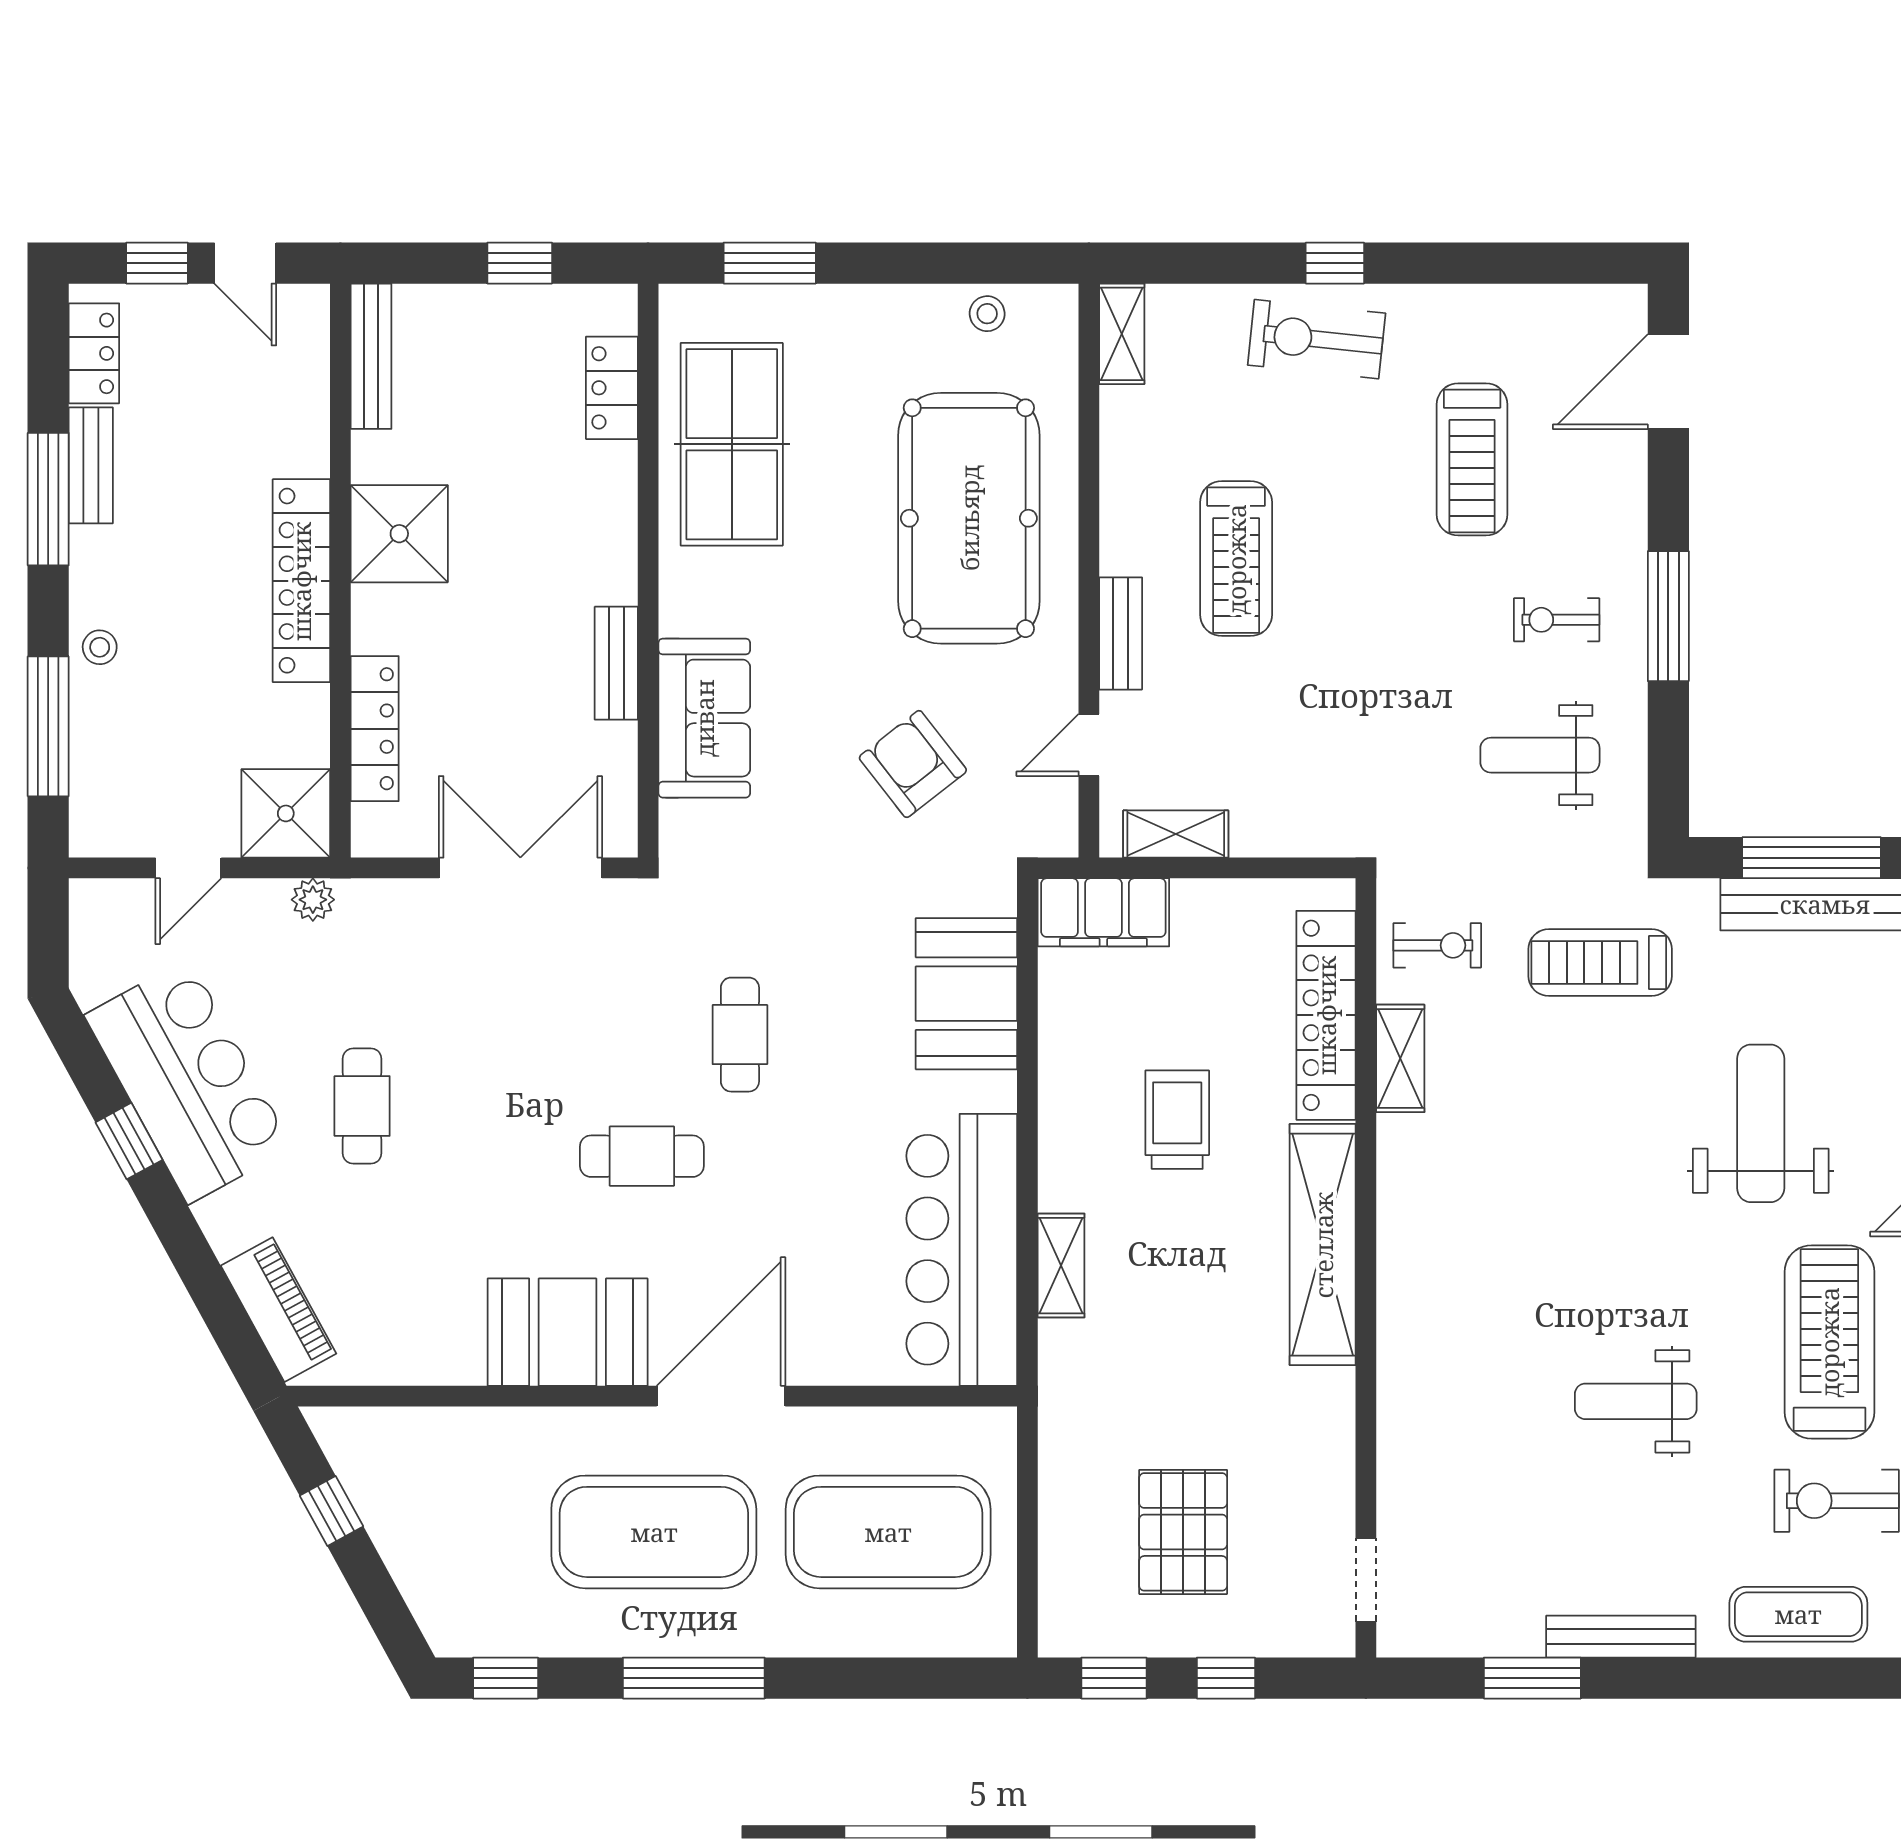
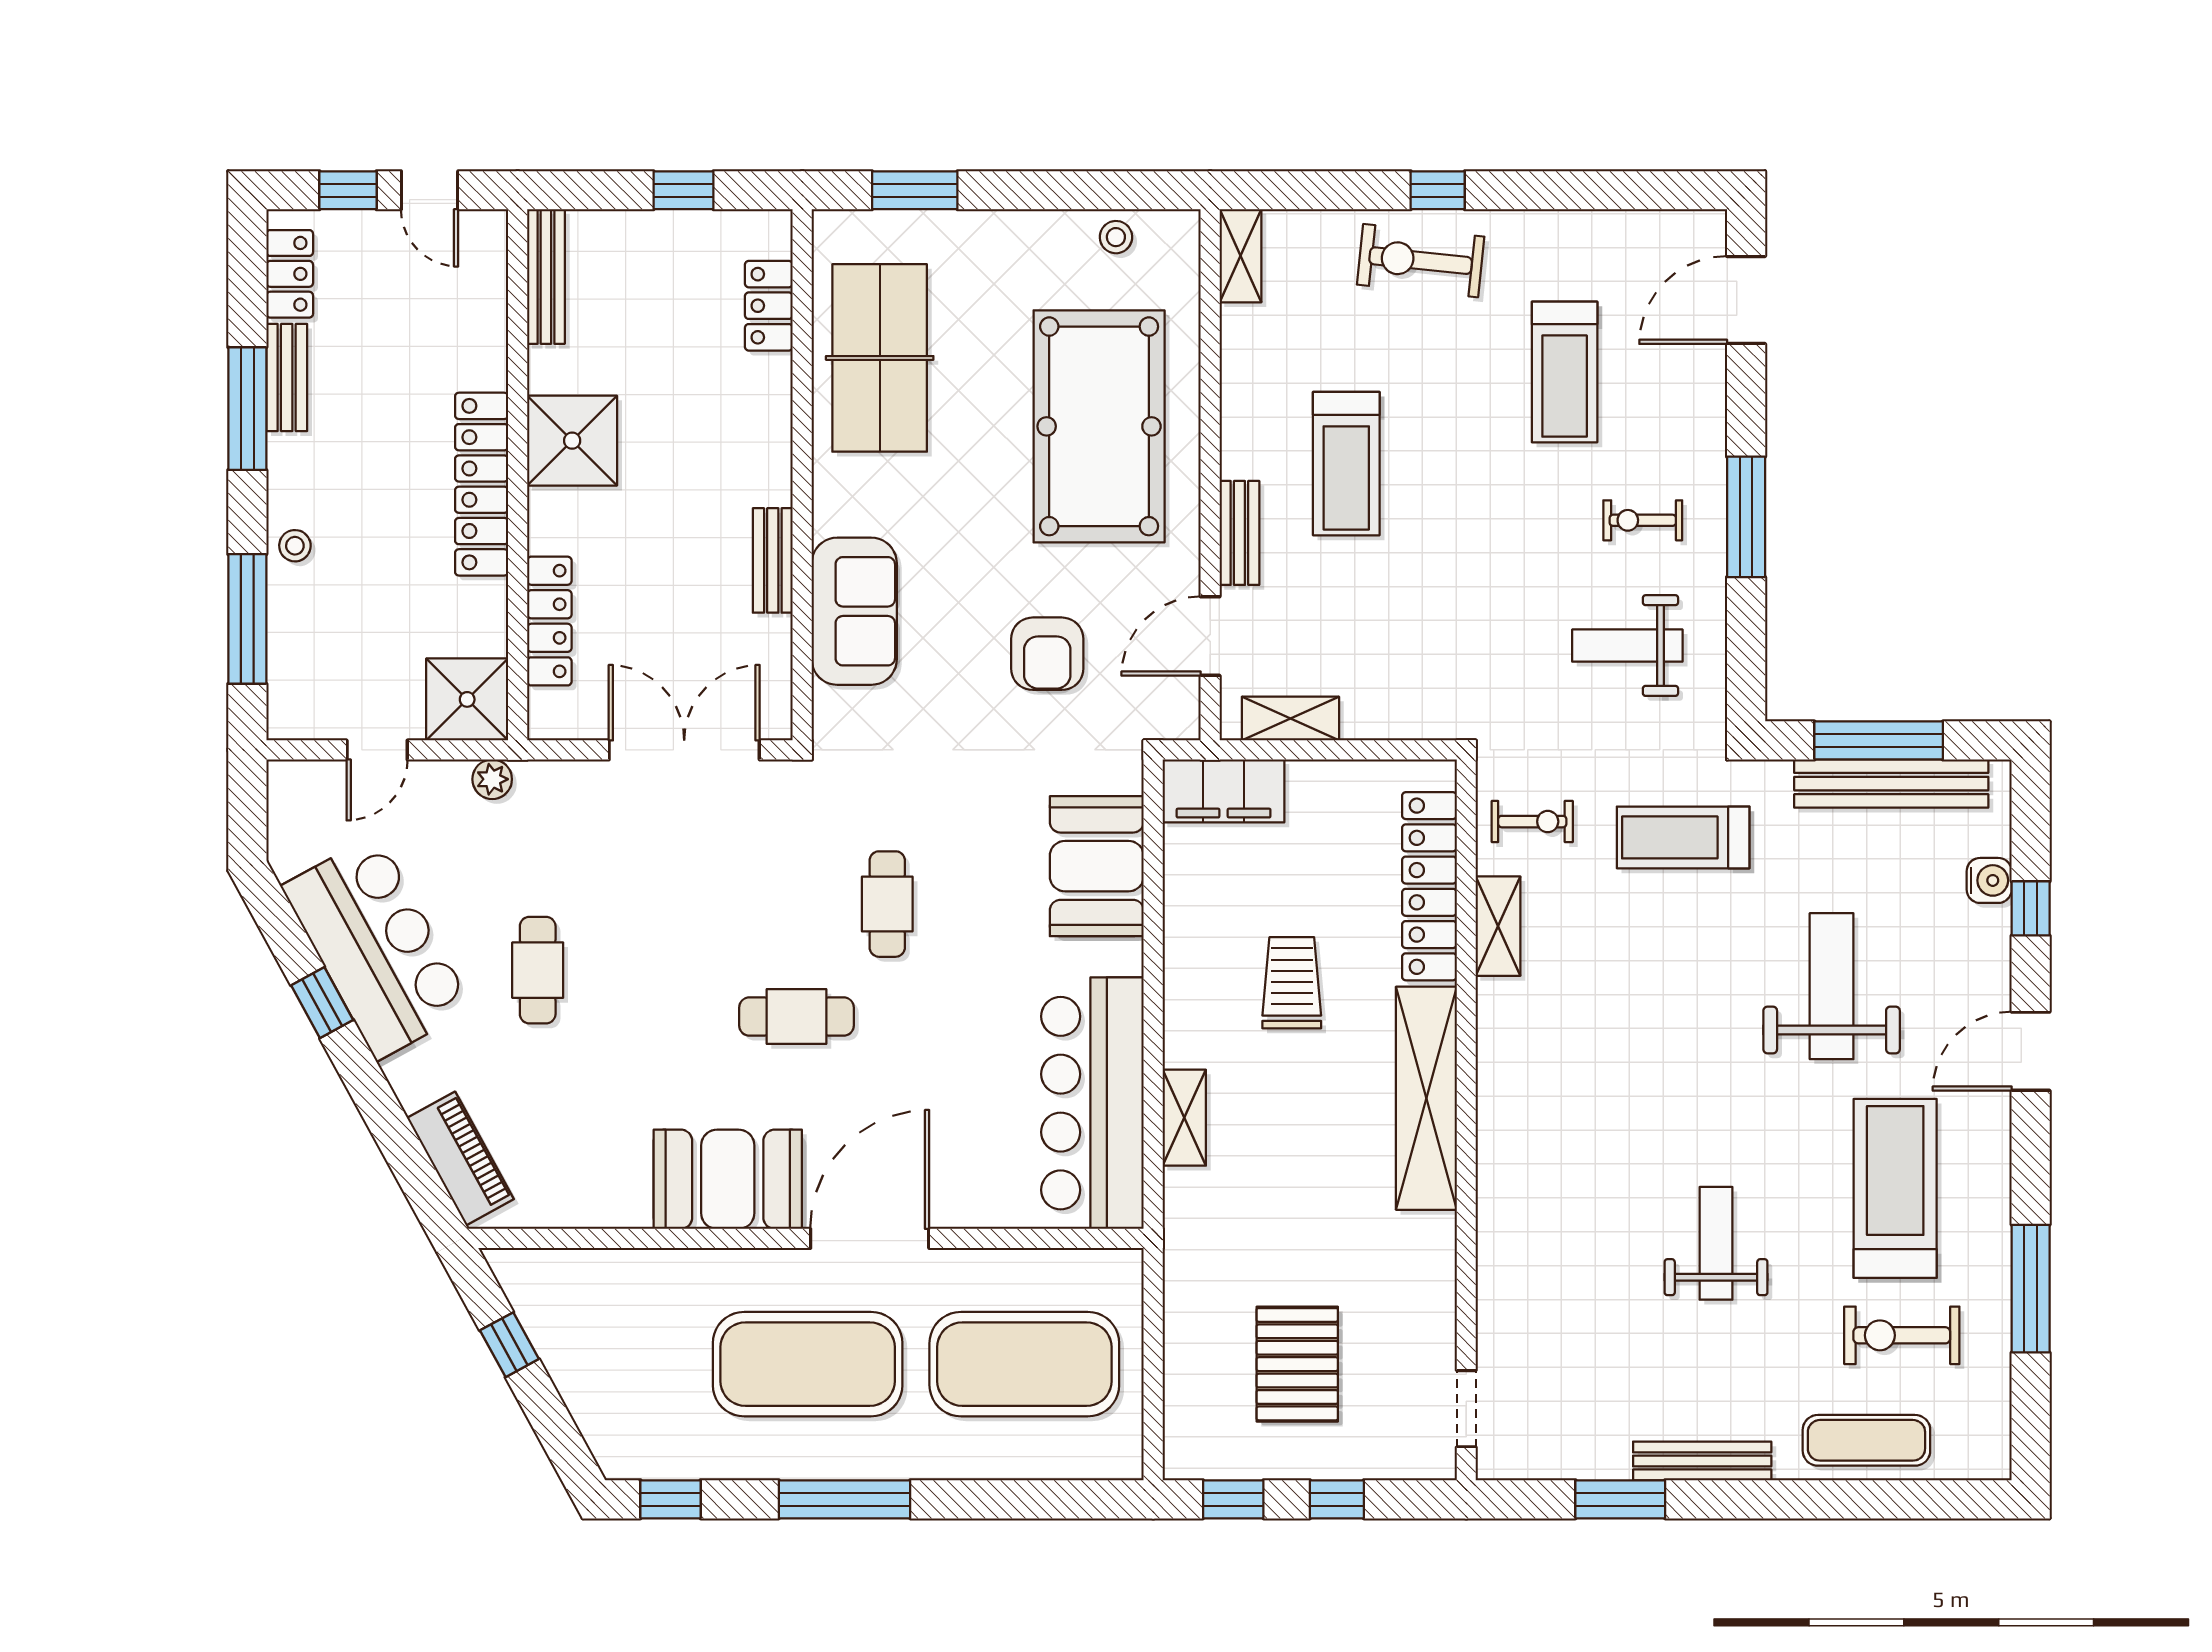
door: (1089, 745) -> (1210, 636), width x1.38
armchair: (913, 764) -> (1047, 654), turned -142
weight bench: (1636, 1401) -> (1716, 1243), turned 90

